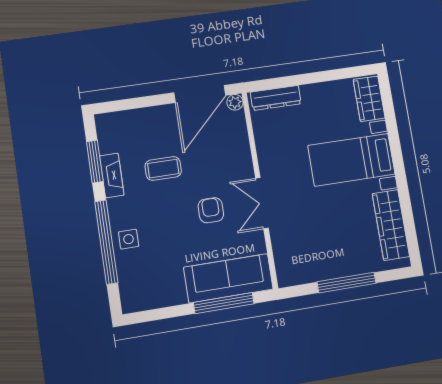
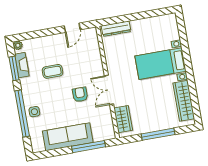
door: (200, 94) -> (72, 28), width x0.53
wardrobe: (369, 99) -> (123, 119), moved, turned 180
plant: (235, 102) -> (18, 45), moved
fireplace: (112, 175) -> (22, 65), moved
sofa: (228, 278) -> (68, 137), moved

